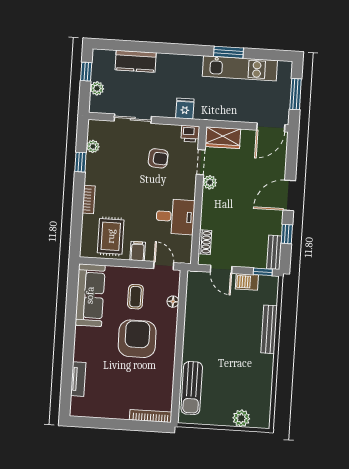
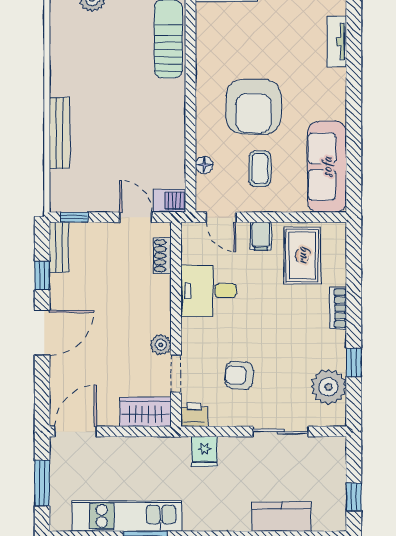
plant: (97, 88) -> (336, 473), removed
plant: (93, 146) -> (328, 387), width x1.87, depth x1.87
barbecue: (247, 282) -> (169, 201), moved

